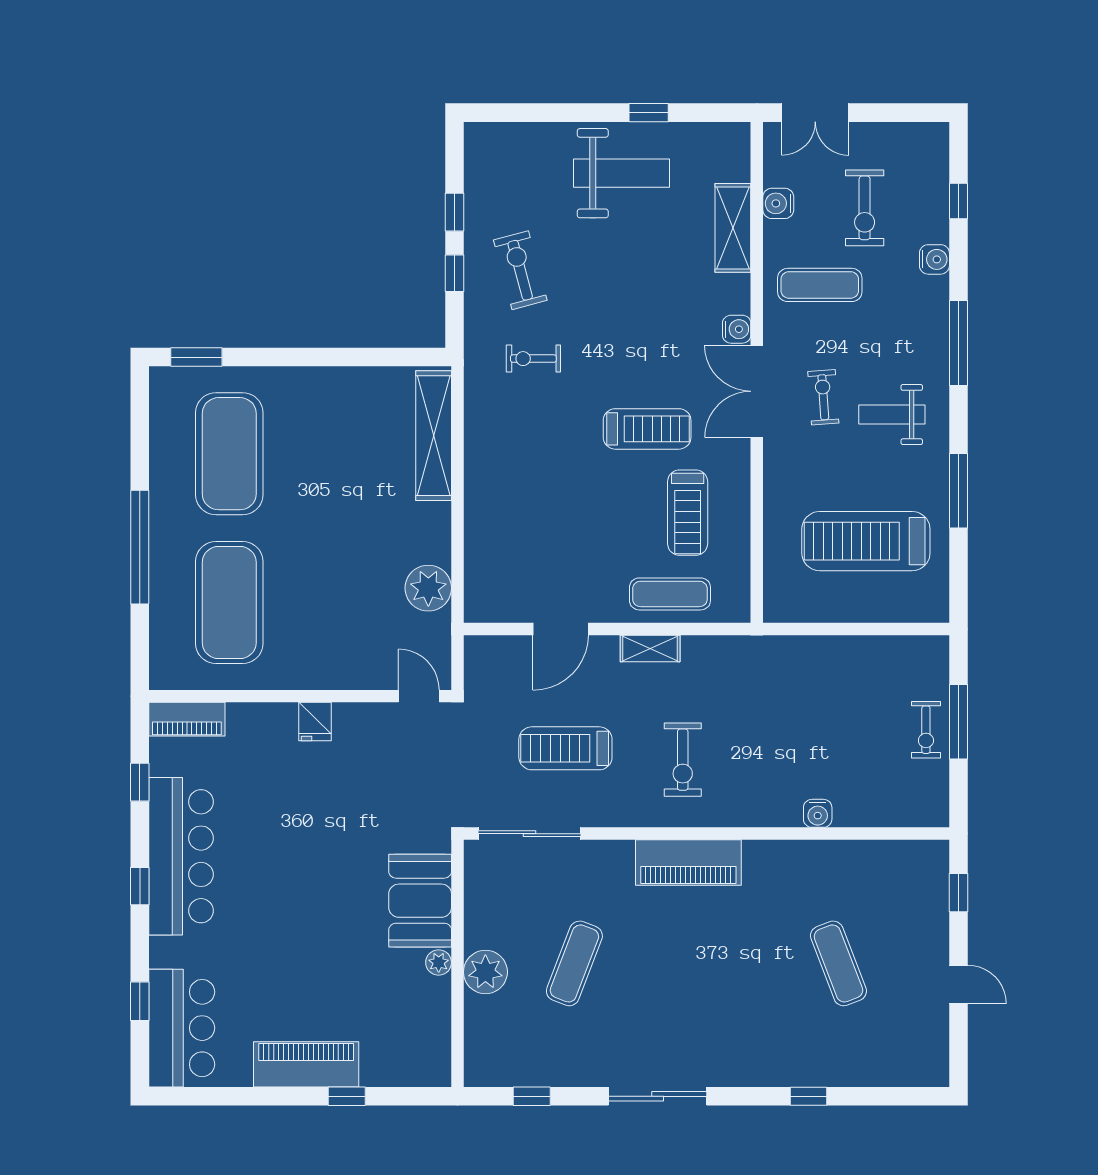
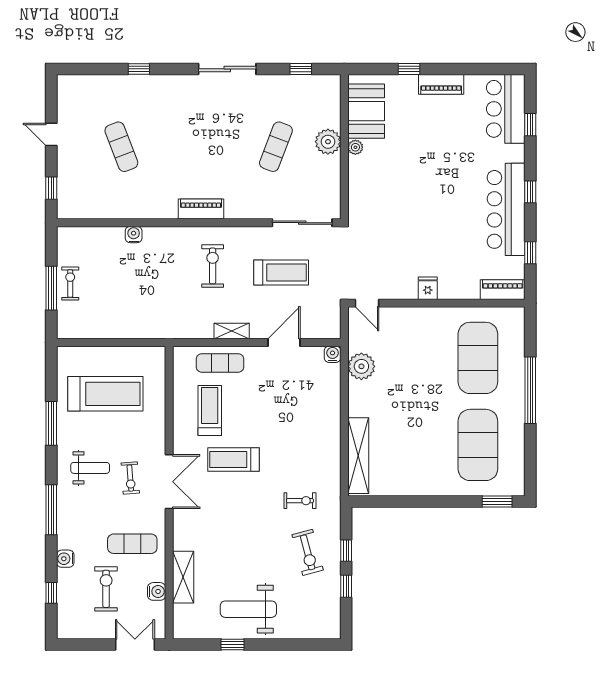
water cooler: (737, 329) -> (333, 354), moved, turned 90
piano: (688, 863) -> (201, 209), width x0.73, depth x0.75
booth: (420, 901) -> (366, 111), moved
piano: (306, 1064) -> (441, 84), width x0.73, depth x0.75

